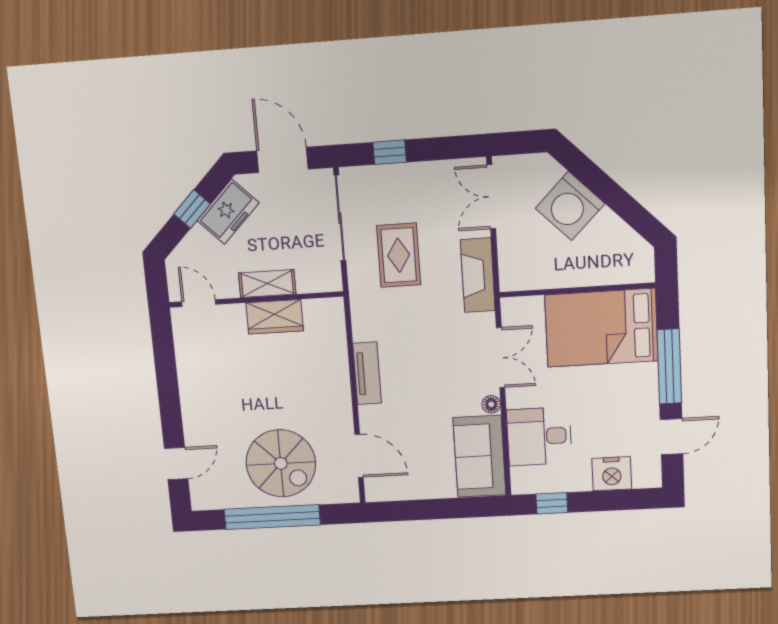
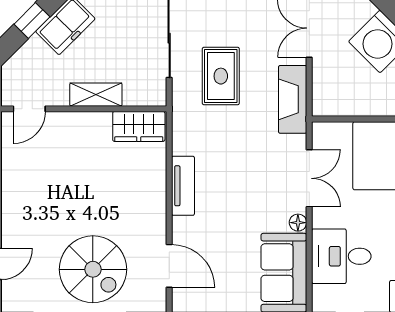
door: (199, 303) -> (29, 109), swing flipped
wardrobe: (275, 317) -> (139, 126), moved

